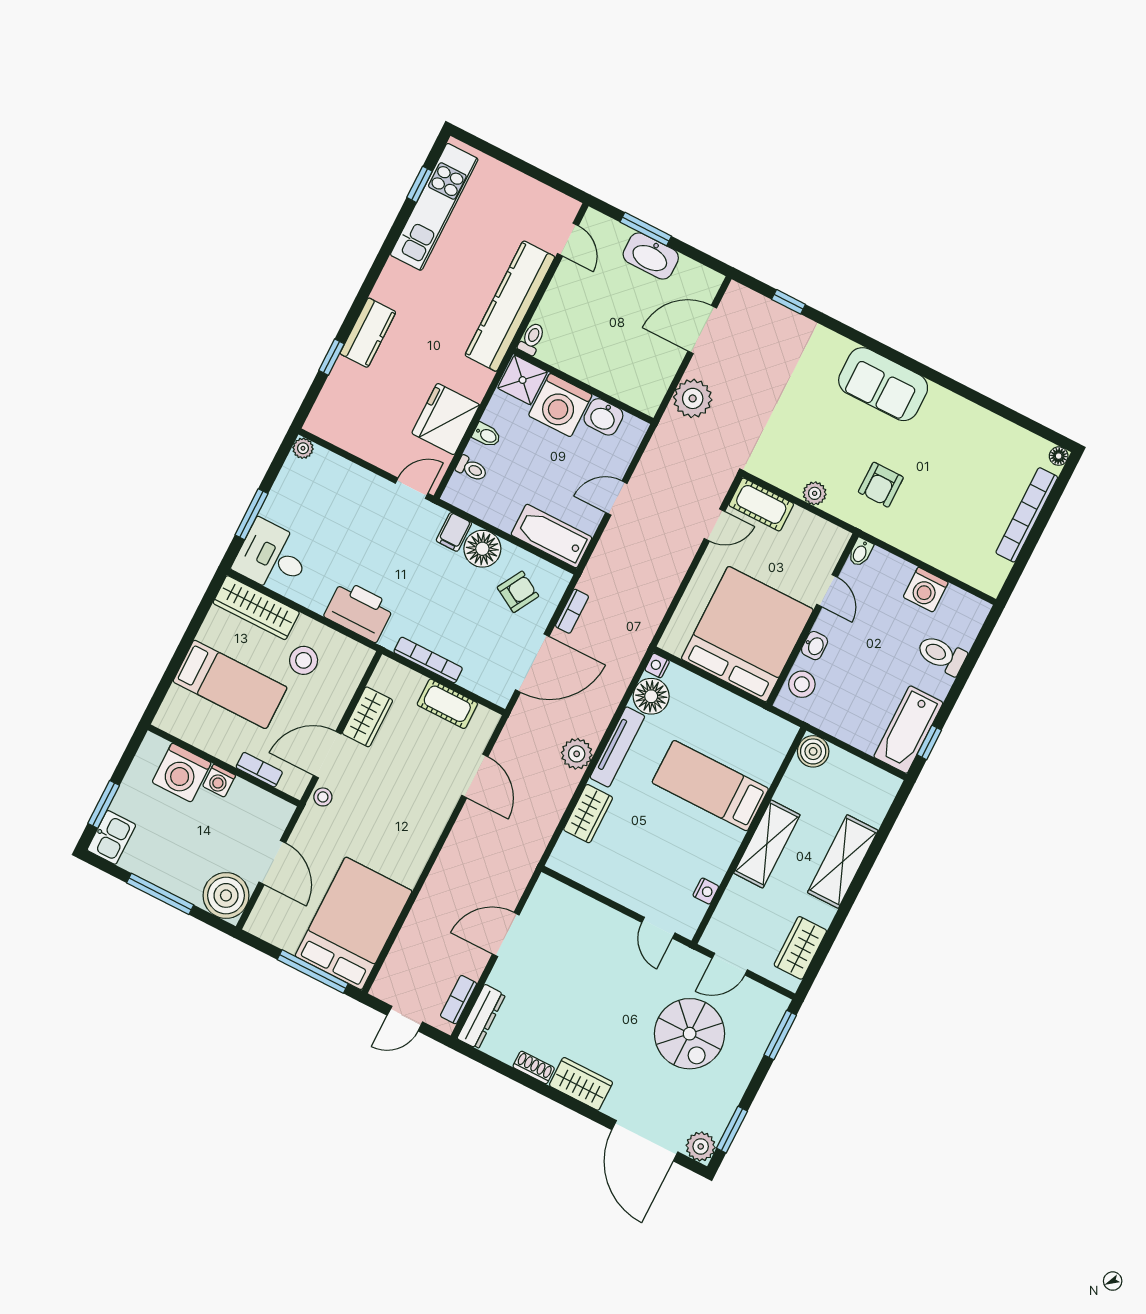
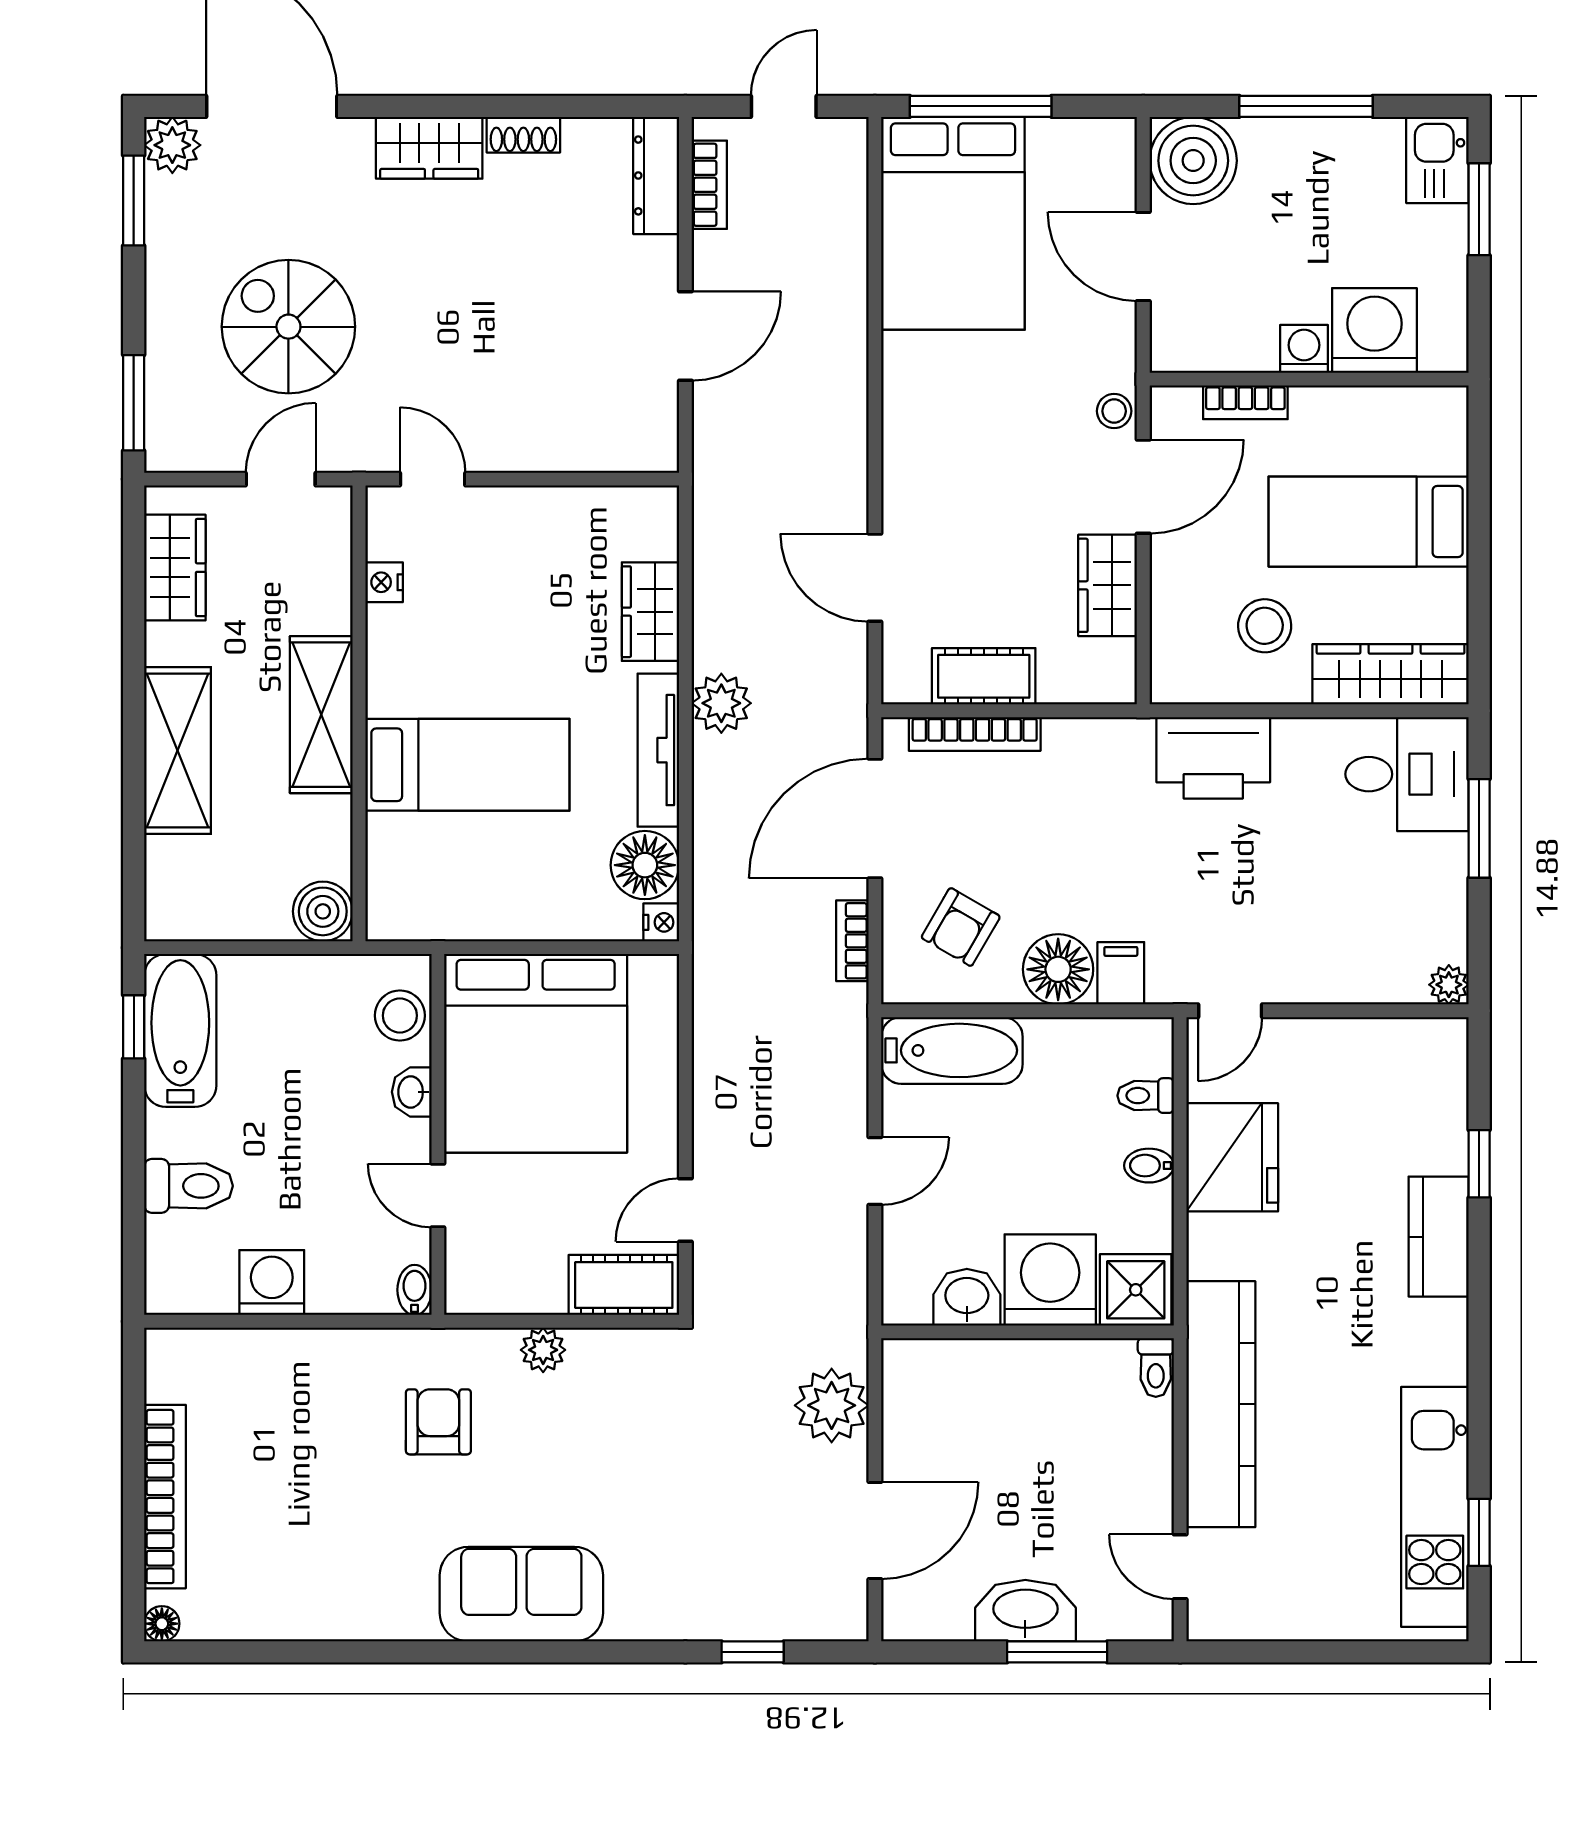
bookcase: (428, 660) -> (975, 734), moved

